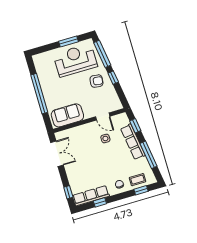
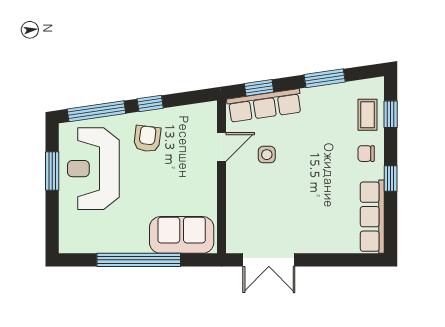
sofa: (67, 115) -> (182, 235), moved, turned 90
row of seats: (133, 142) -> (264, 106), moved
double door: (57, 154) -> (269, 260), swing flipped
window: (149, 155) -> (325, 78), width x0.69
window: (68, 192) -> (352, 260), removed
window: (100, 202) -> (391, 178), moved

